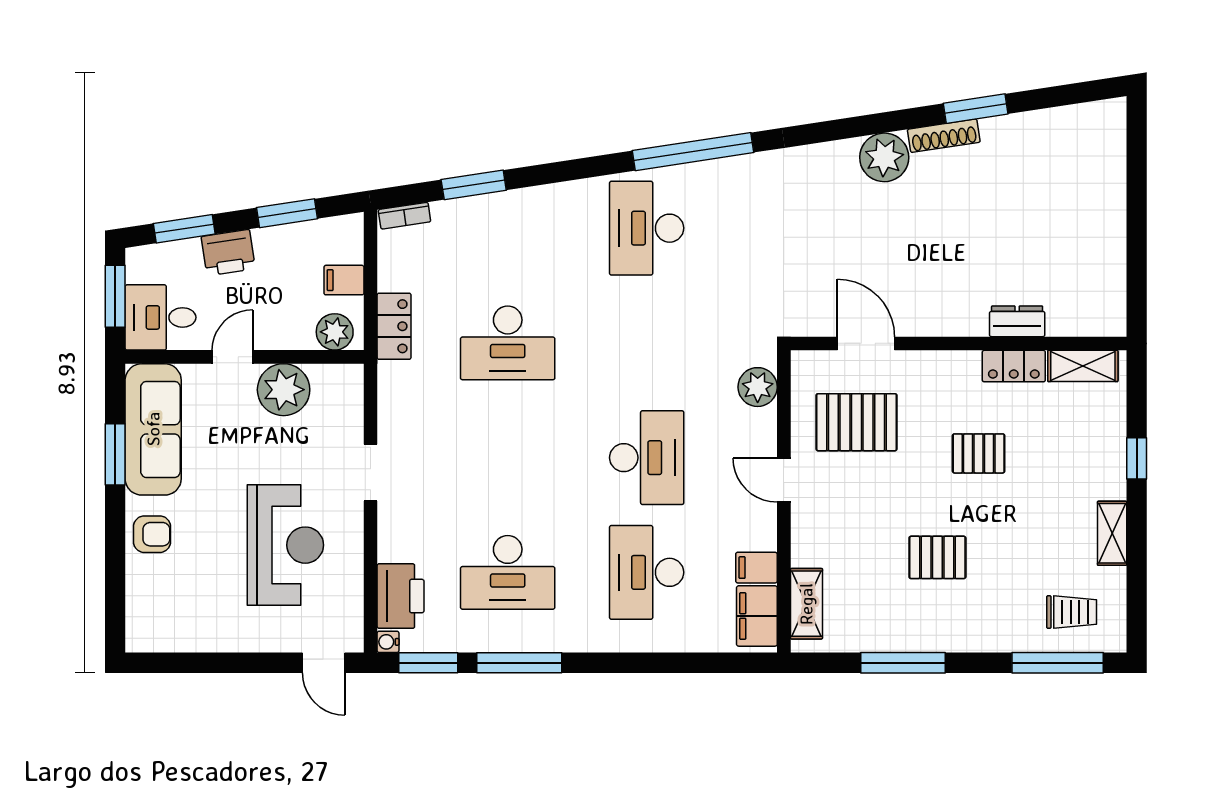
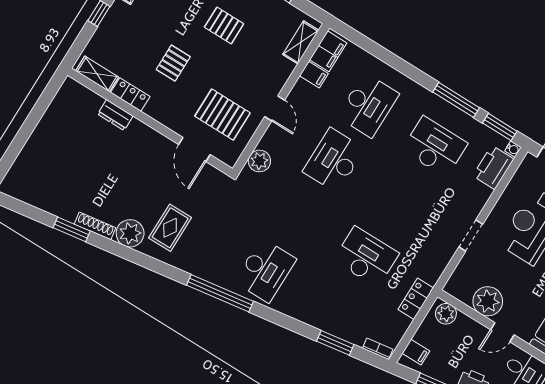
rug: (829, 203) -> (170, 228), added
filing cabinet: (344, 280) -> (416, 352), moved
pallet: (979, 453) -> (173, 63), turned 90

